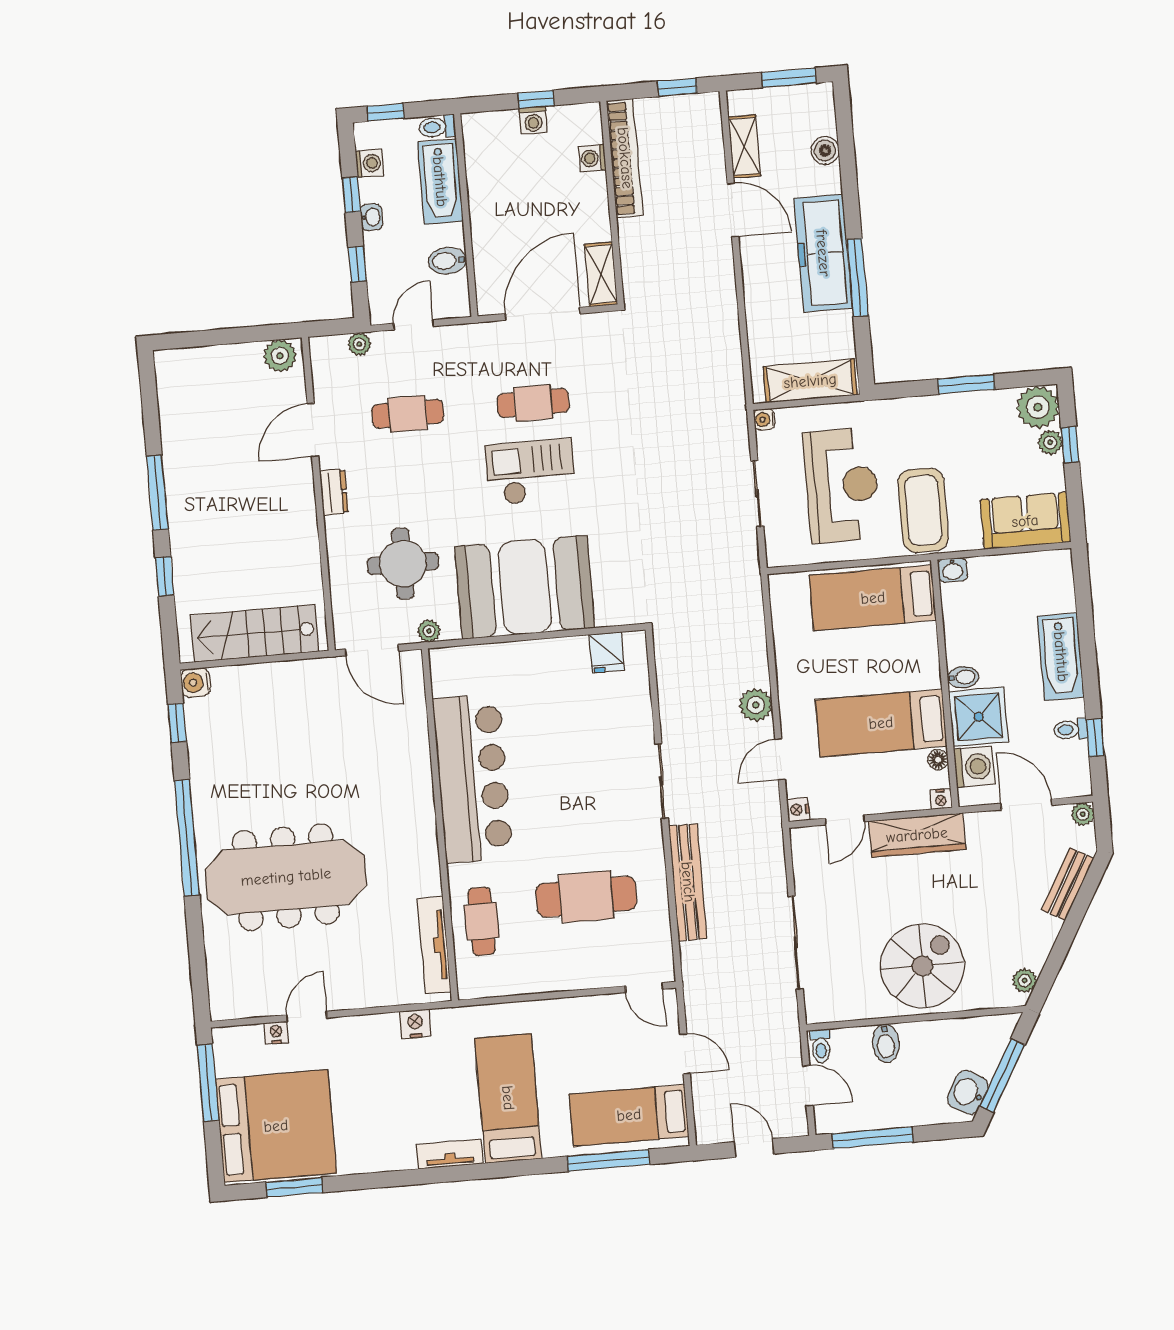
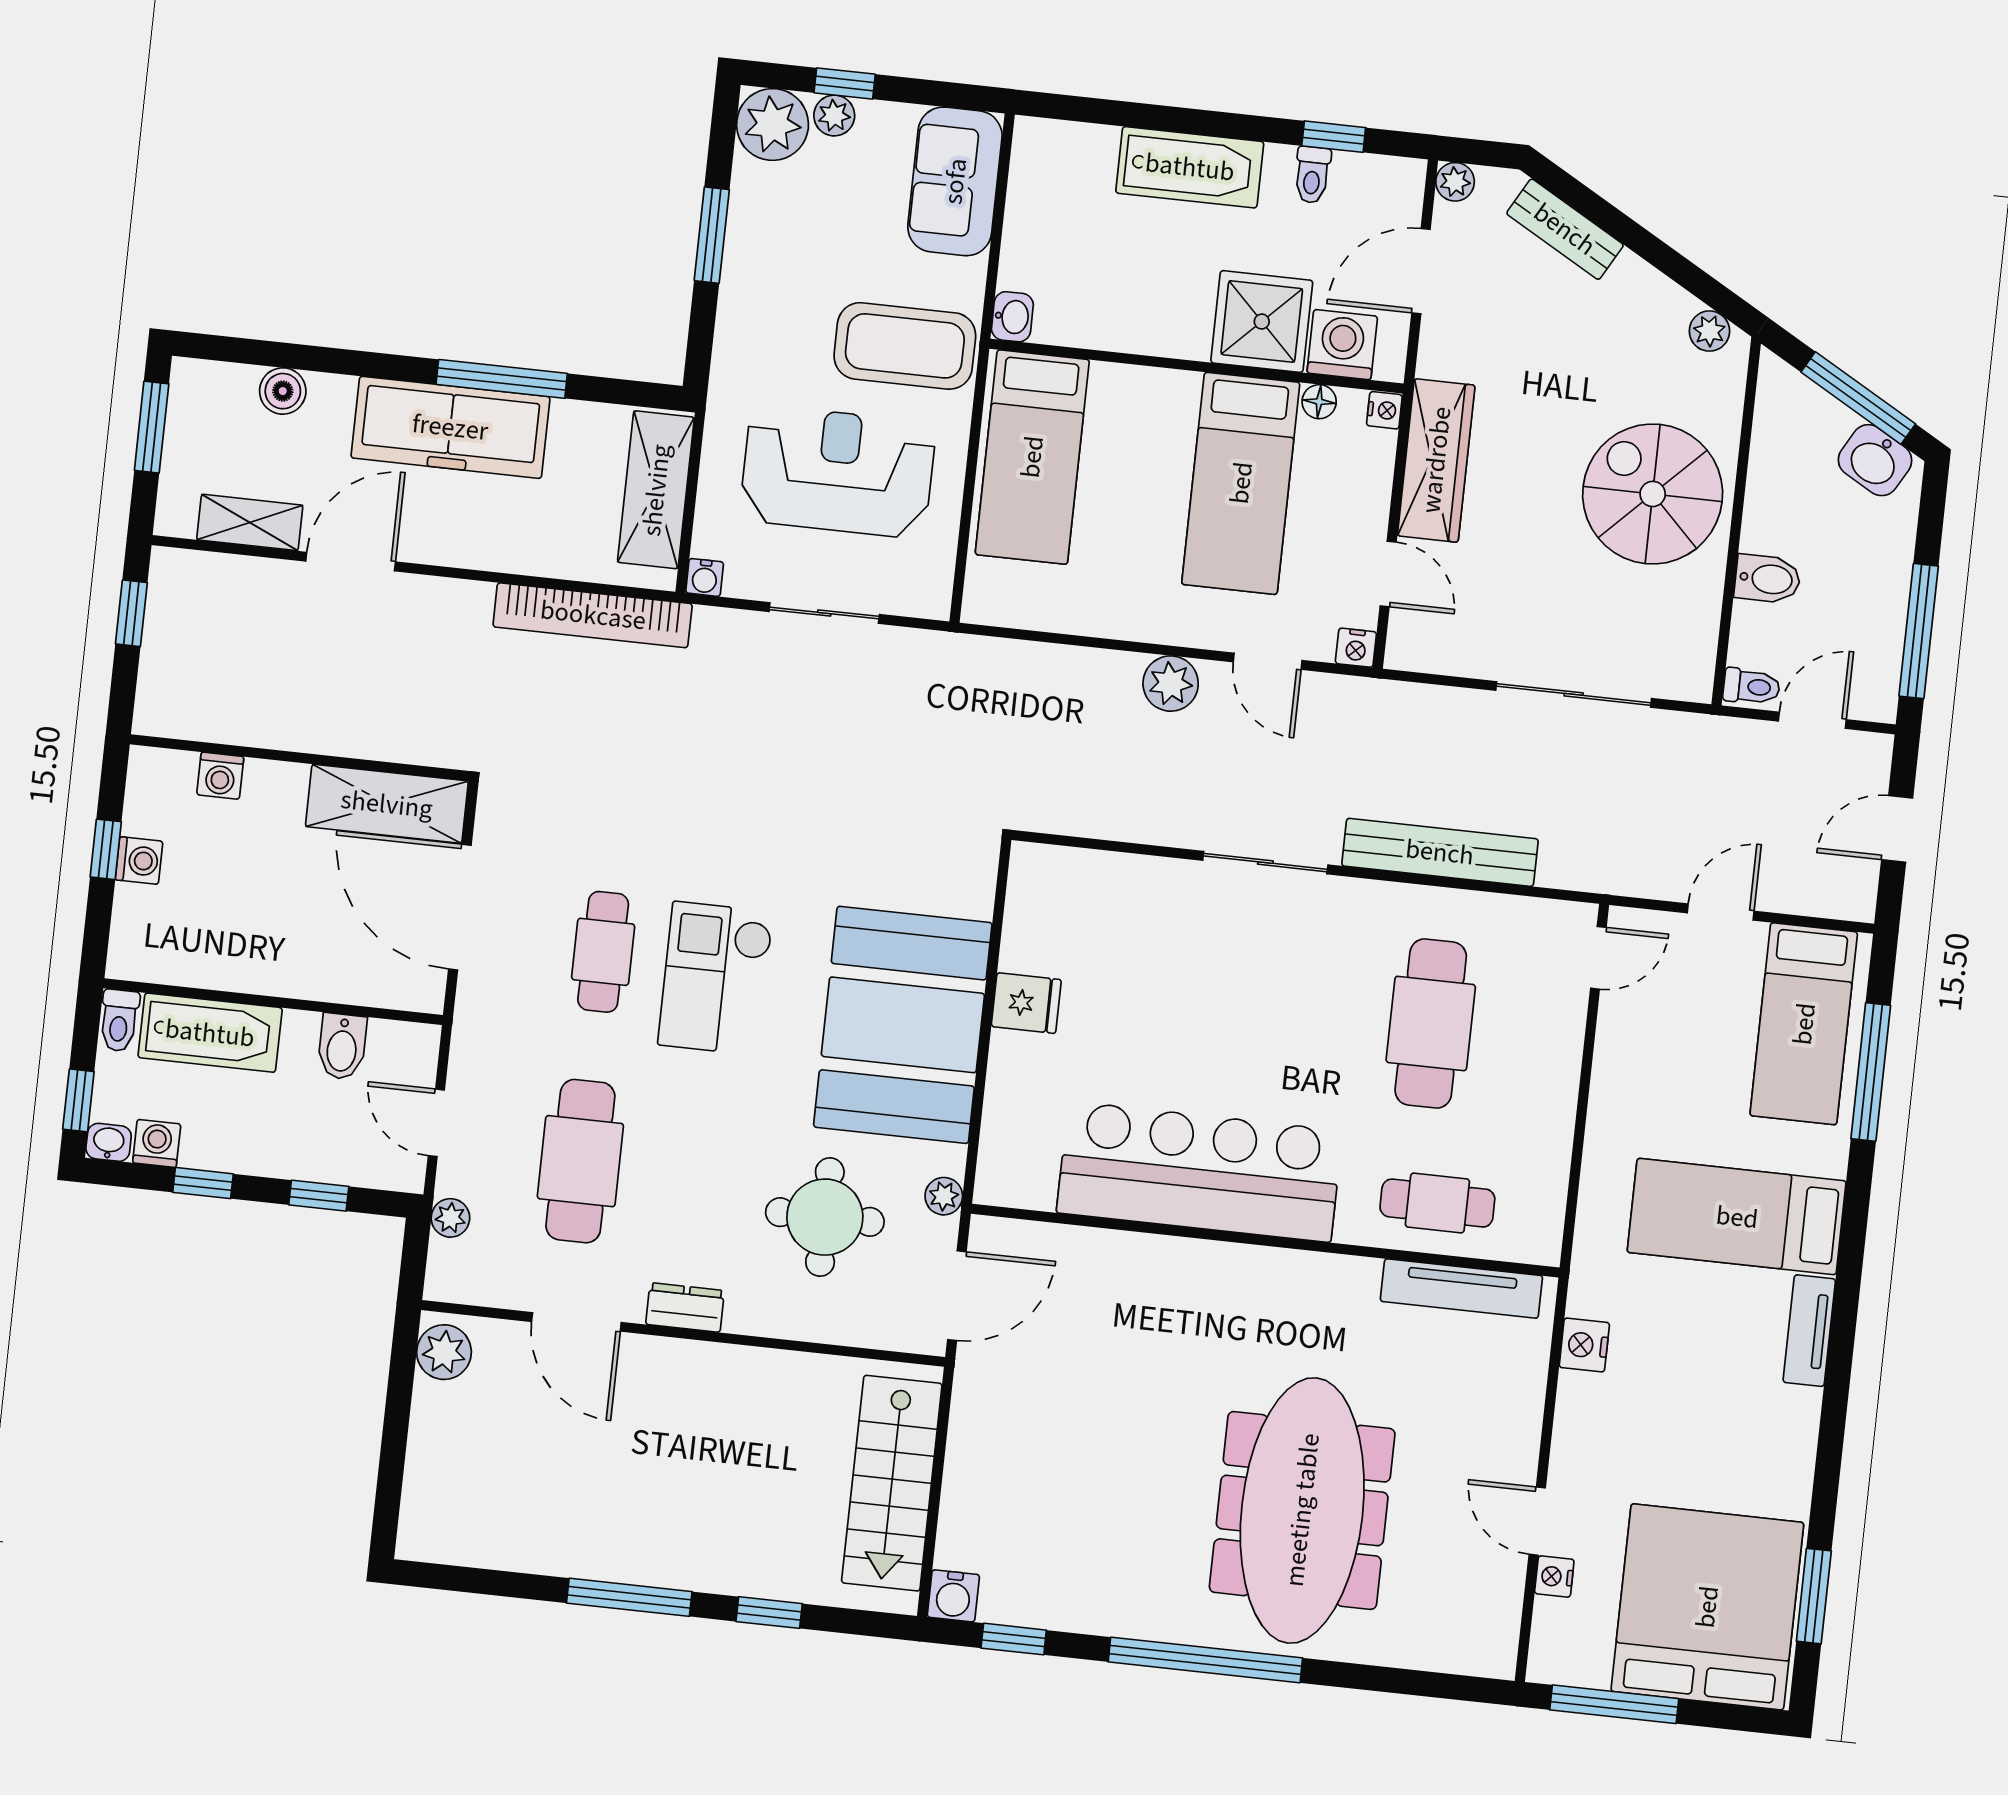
bookcase: (625, 158) -> (593, 615), moved, turned 180
washbasin: (371, 217) -> (109, 1142), moved
shelving: (601, 274) -> (387, 804), width x1.50, depth x1.33
cafe table: (408, 414) -> (580, 1161), width x1.37, depth x1.35
fridge: (607, 652) -> (1026, 1003), moved
bidet: (963, 677) -> (1192, 334), removed

